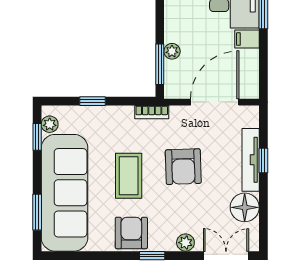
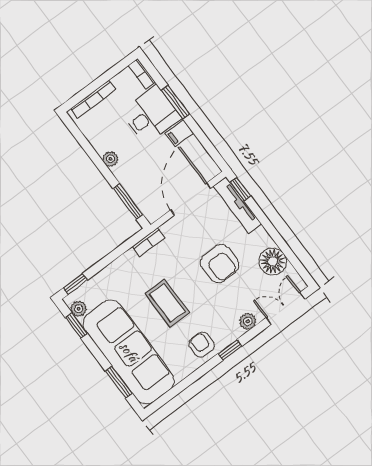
plant: (172, 51) -> (110, 159), moved
window: (92, 101) -> (75, 284), moved
tv unit: (251, 160) -> (237, 205), moved
window: (263, 160) -> (241, 189), moved
armchair: (183, 167) -> (220, 264), moved
armchair: (131, 233) -> (202, 345), width x0.72, depth x0.72

